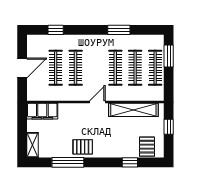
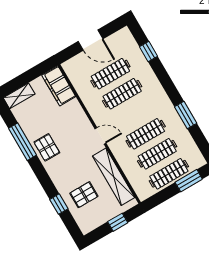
pallet: (147, 147) -> (84, 195), moved

